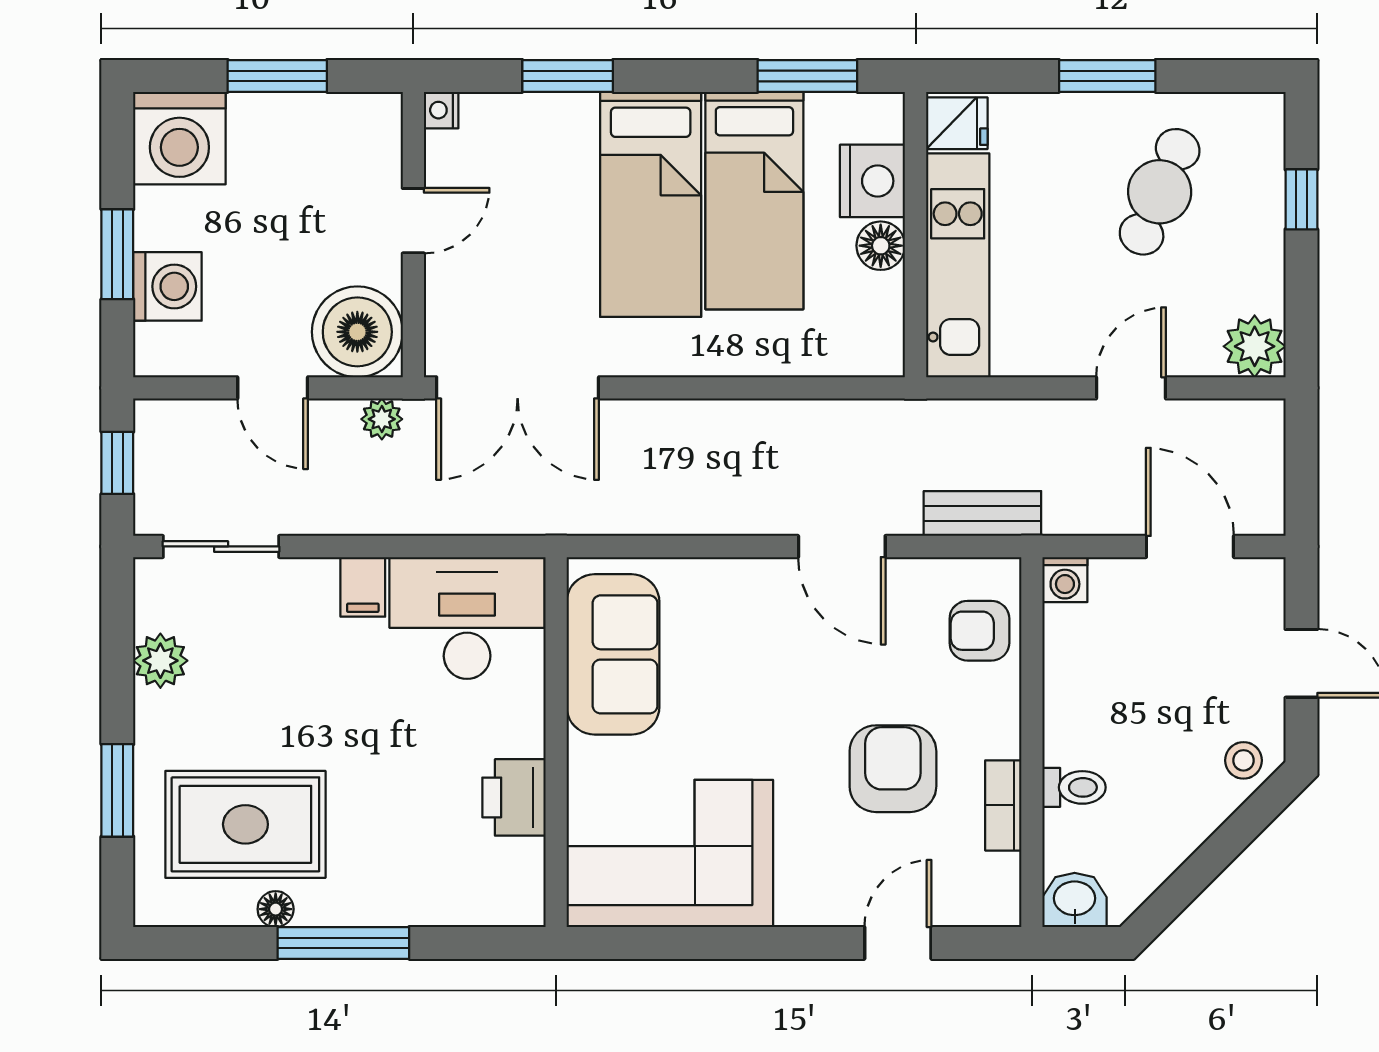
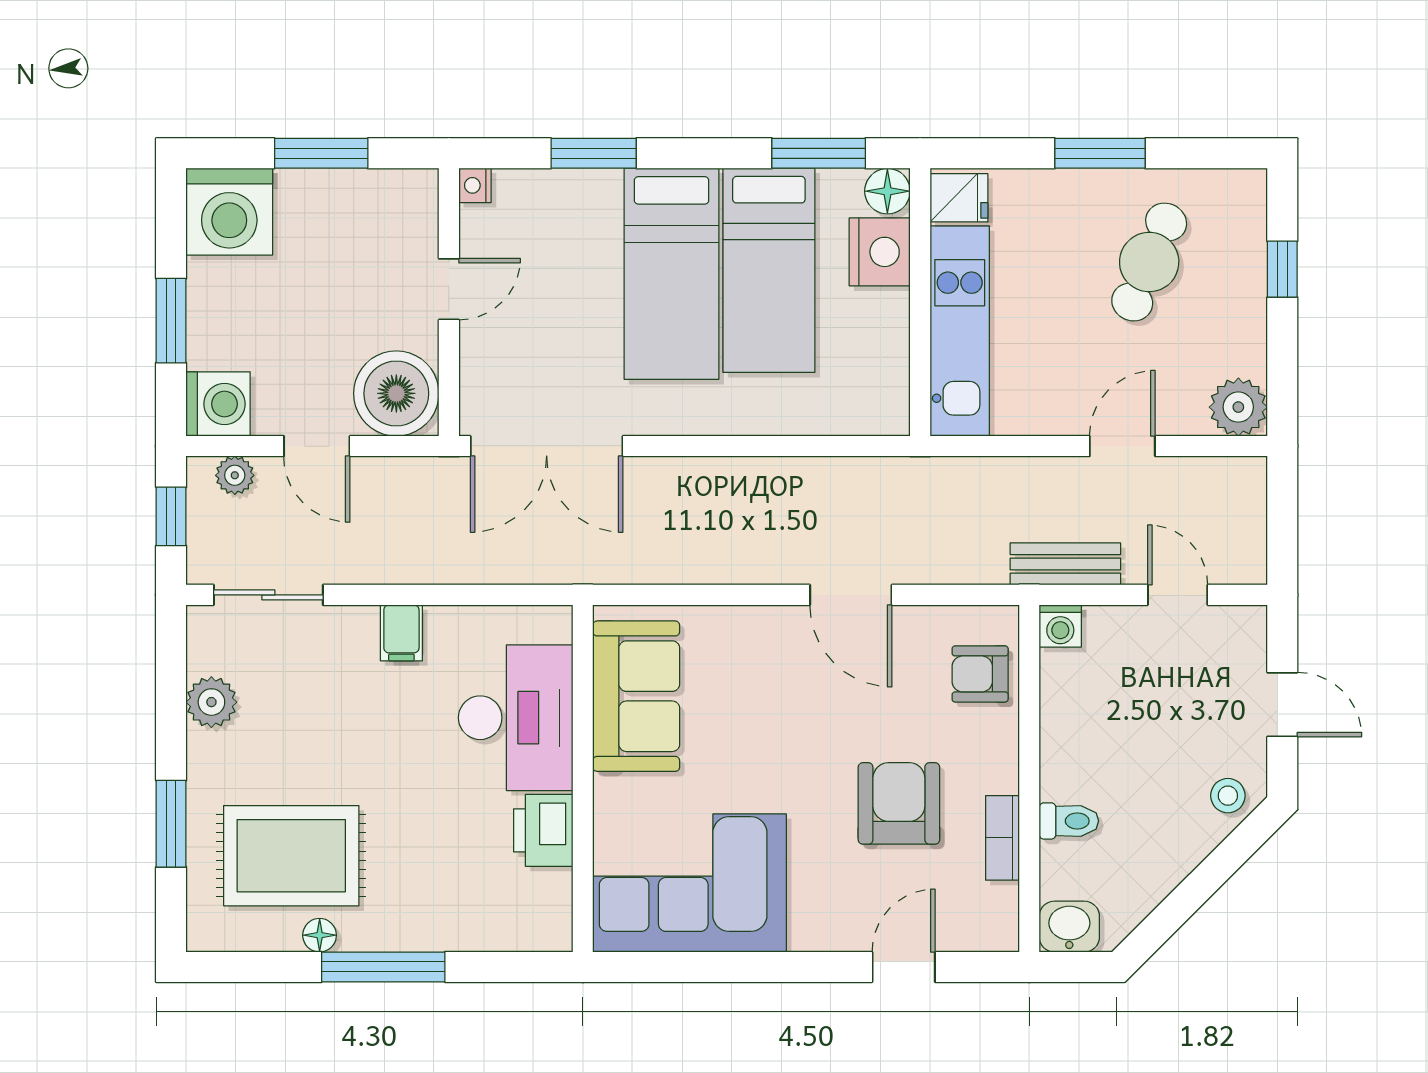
floor lamp: (881, 246) -> (887, 191), moved
washing machine: (167, 286) -> (218, 404), moved
plant: (382, 419) -> (235, 475), moved
bench: (982, 513) -> (1065, 564), moved
door: (1190, 546) -> (1178, 595), width x0.73
desk: (467, 618) -> (516, 718), moved, turned 90

